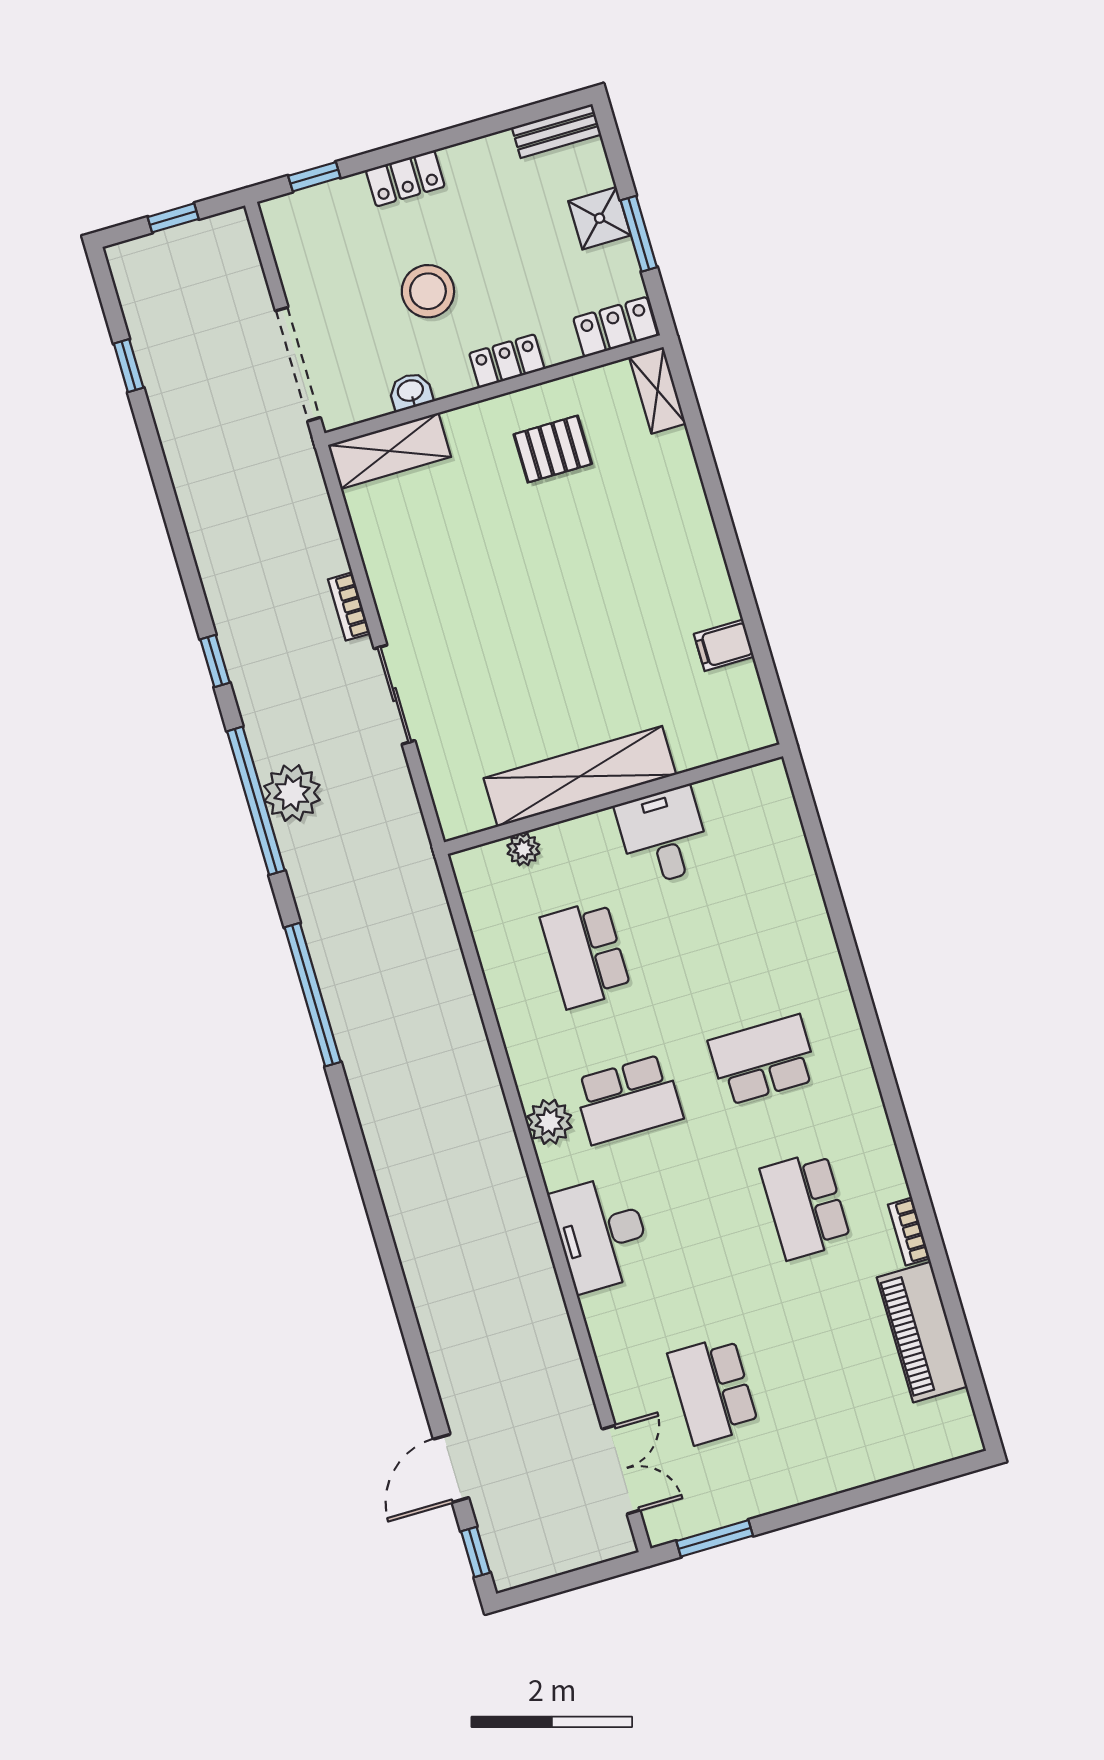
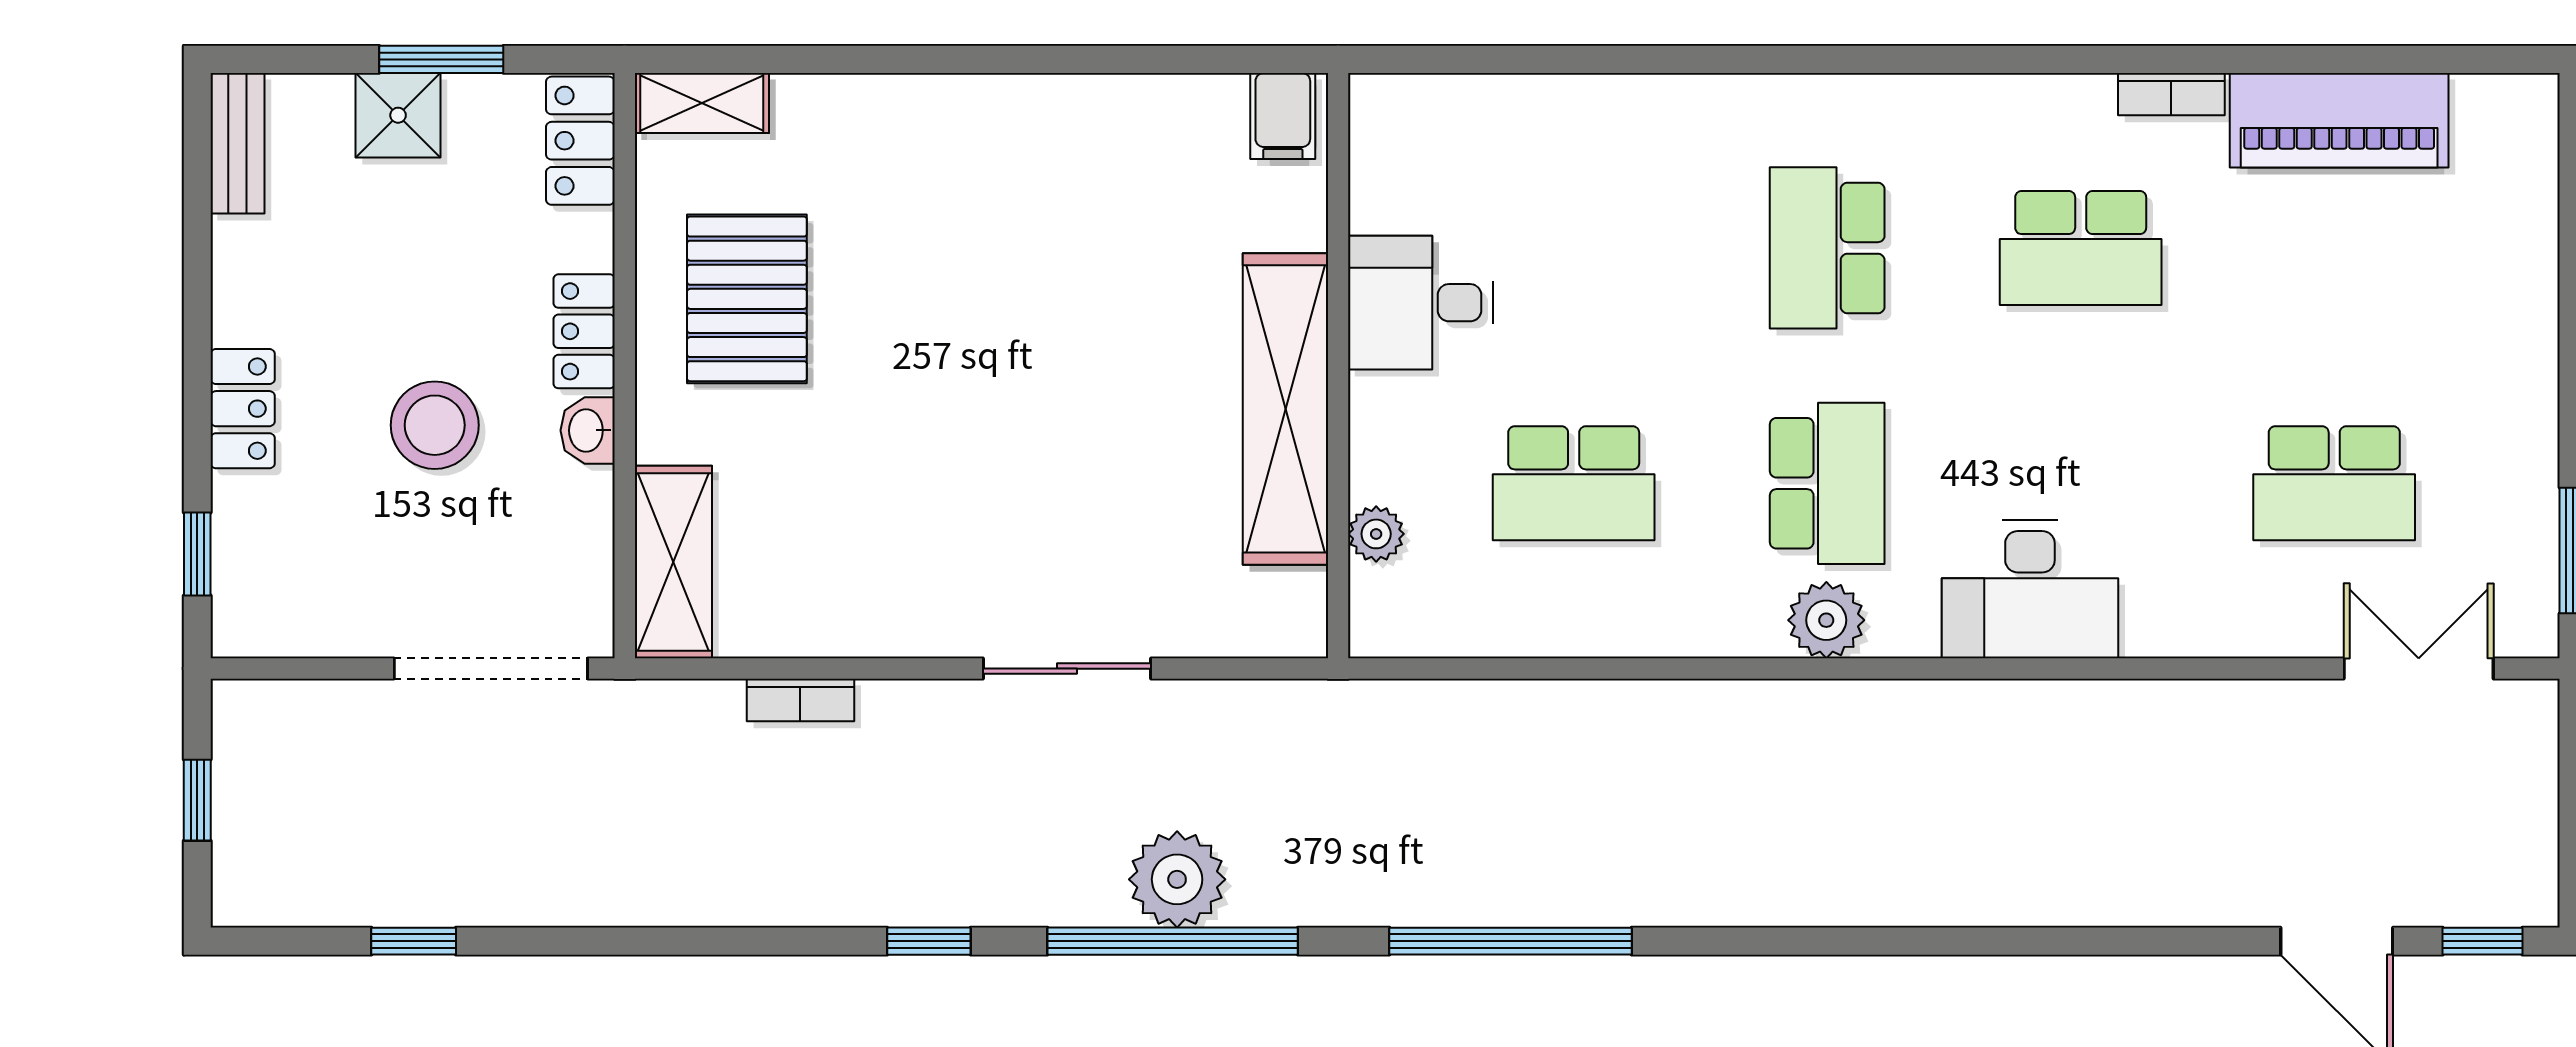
washbasin: (411, 391) -> (588, 430), moved
pallet: (553, 449) -> (747, 299), width x1.50, depth x1.42
bookcase: (349, 606) -> (800, 700), moved
filing cabinet: (724, 645) -> (1283, 116), moved

